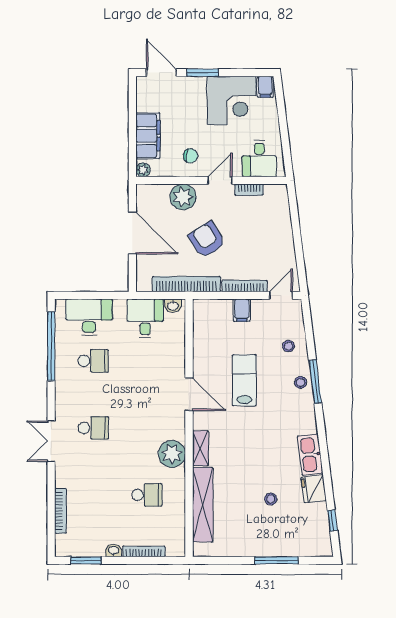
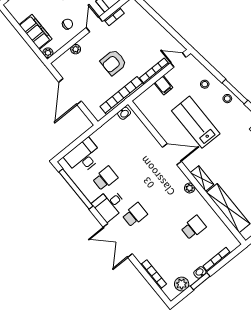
plant: (183, 197) -> (76, 49), width x0.53, depth x0.53
door: (132, 233) -> (70, 92), swing flipped
armchair: (207, 240) -> (113, 62), turned -57
door: (281, 295) -> (178, 60), hinge flipped
desk: (145, 318) -> (109, 205), moved, turned -90
lab bench: (244, 380) -> (196, 122), width x1.36, depth x1.39
double door: (51, 441) -> (118, 241), width x1.37
plant: (172, 454) -> (190, 188), width x0.53, depth x0.53
plant: (83, 547) -> (182, 284), added
window: (86, 560) -> (200, 281), moved

